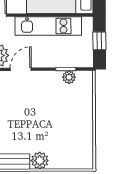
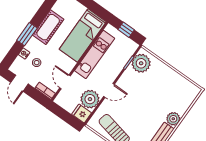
door: (21, 69) -> (109, 90), swing flipped
plant: (69, 77) -> (141, 63), width x1.87, depth x1.87

